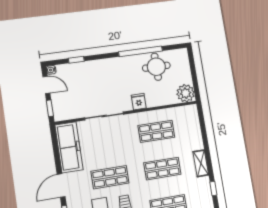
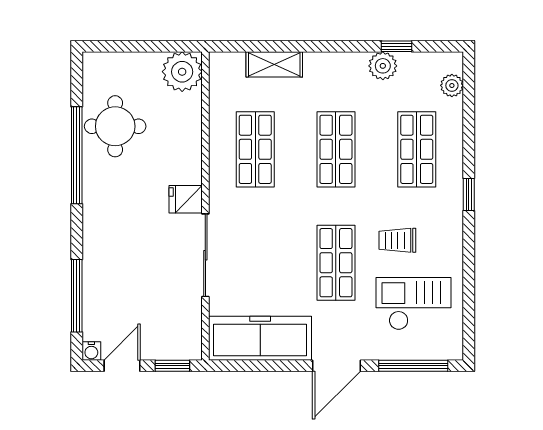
window: (76, 60) -> (77, 296), width x2.17
fridge: (139, 102) -> (186, 199), moved
shelving: (201, 163) -> (274, 64), moved
plant: (204, 184) -> (383, 66), added
door: (61, 186) -> (337, 366), hinge flipped

